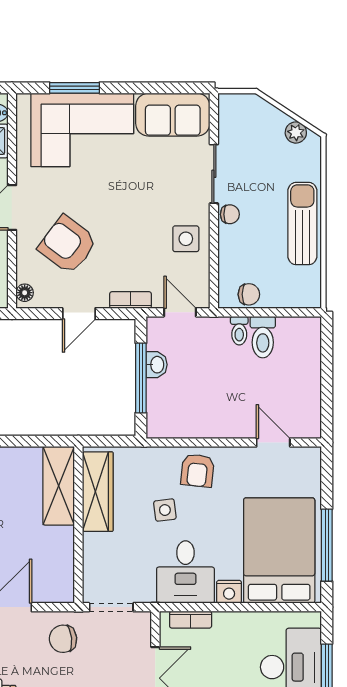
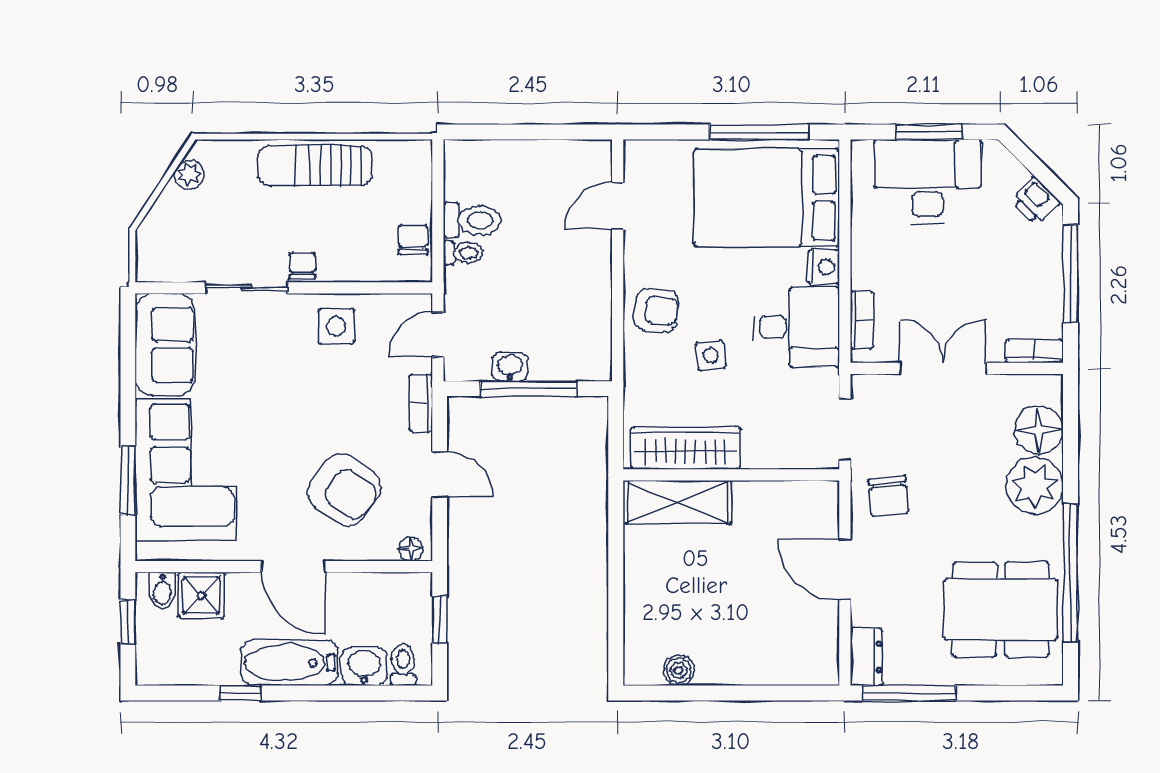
armchair: (68, 245) -> (344, 490), turned -91

